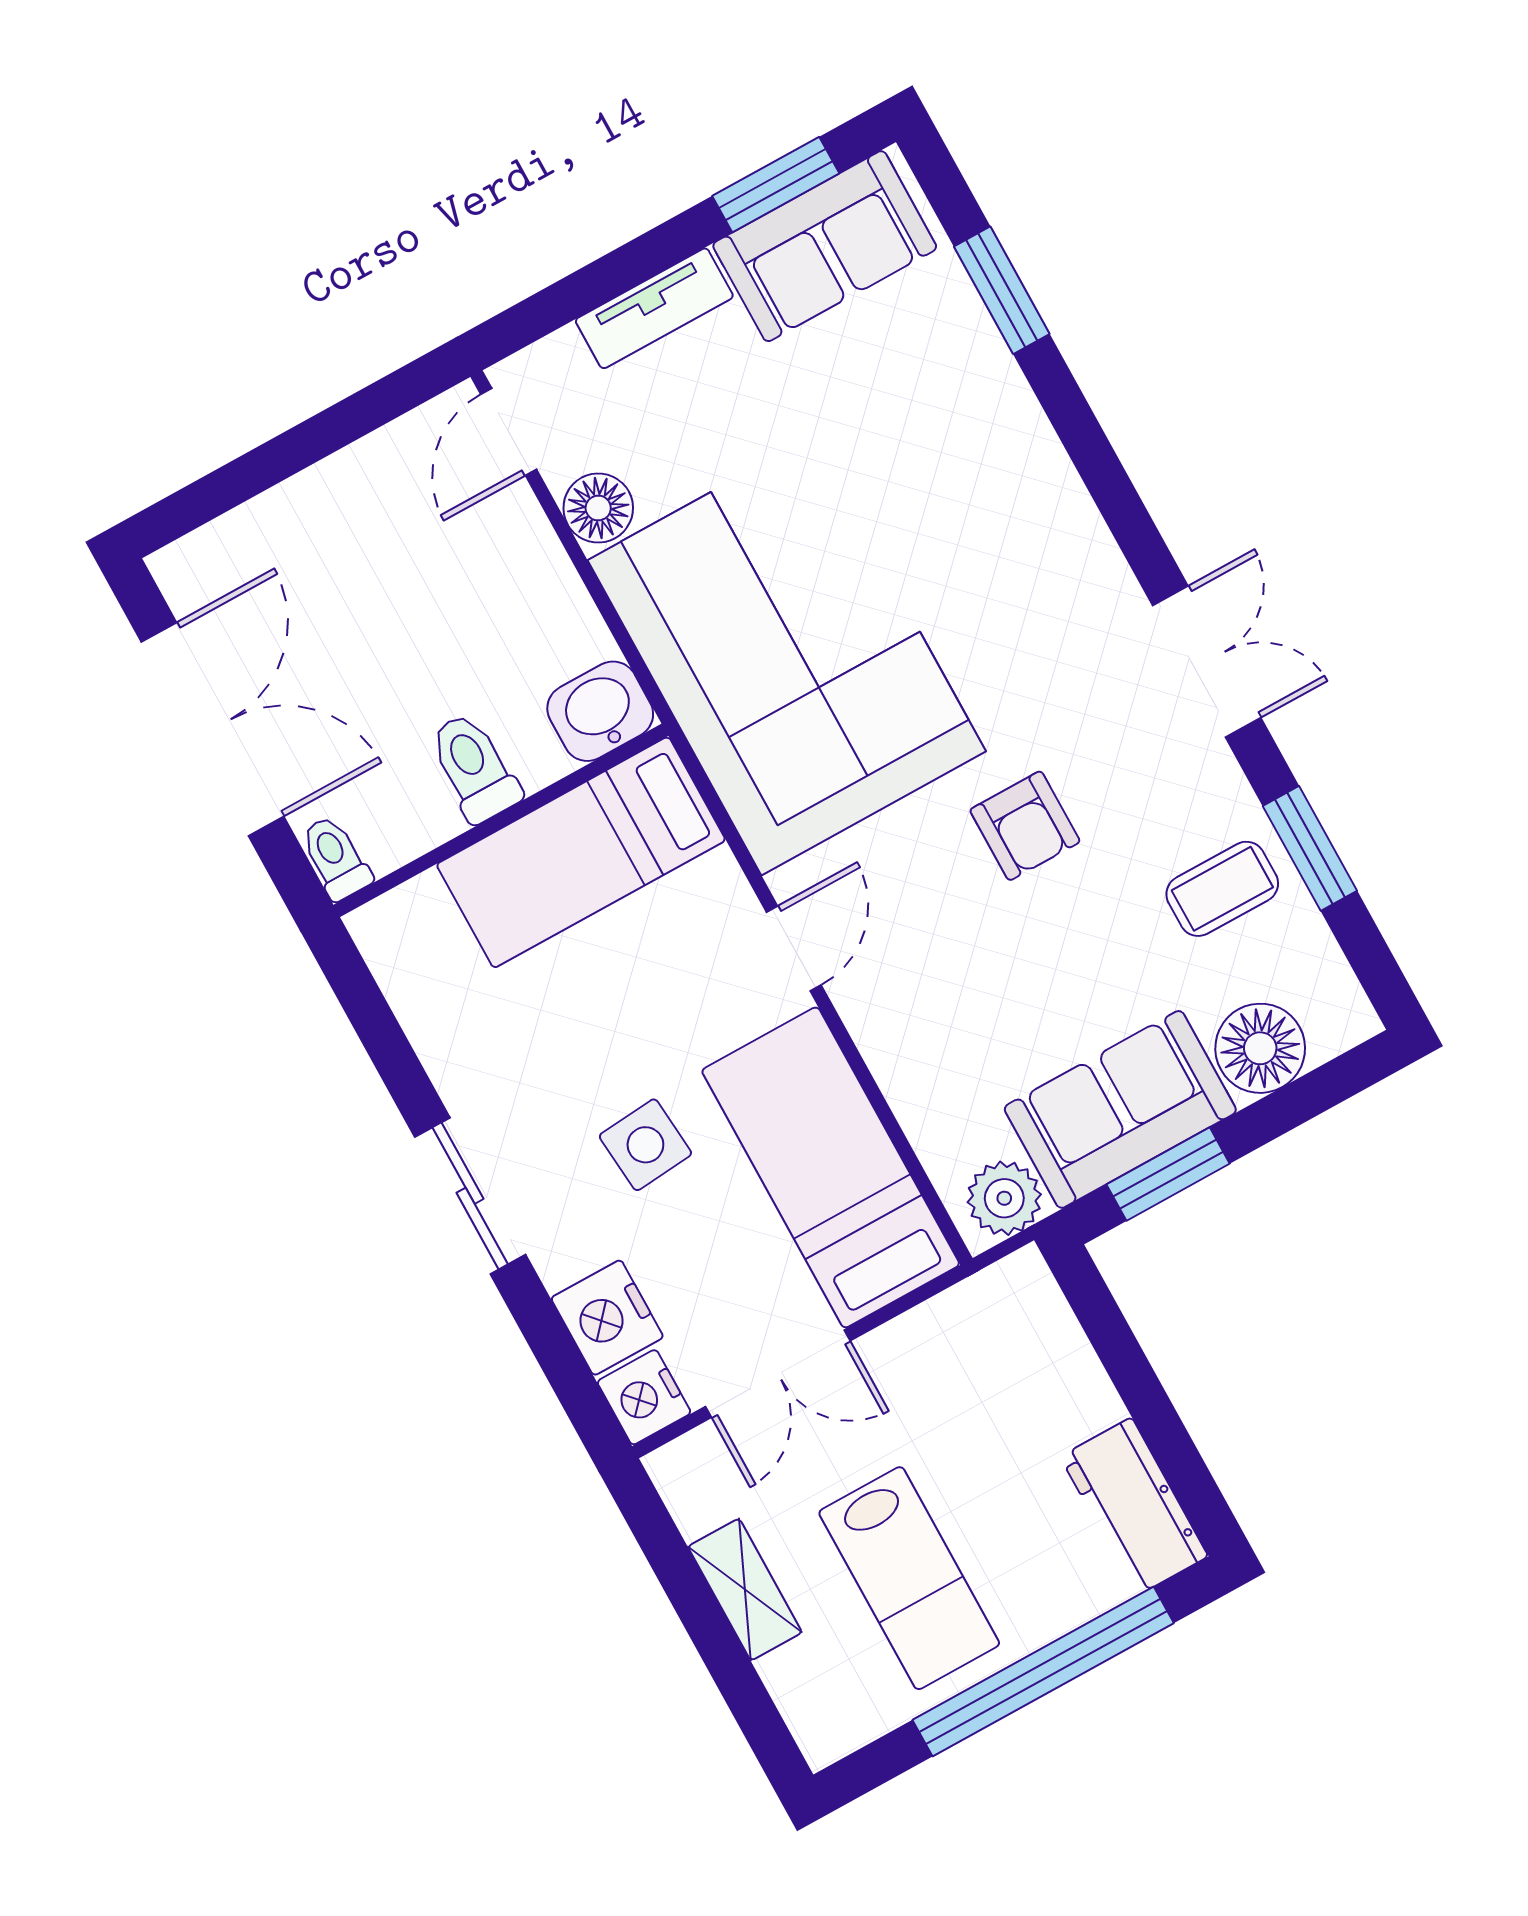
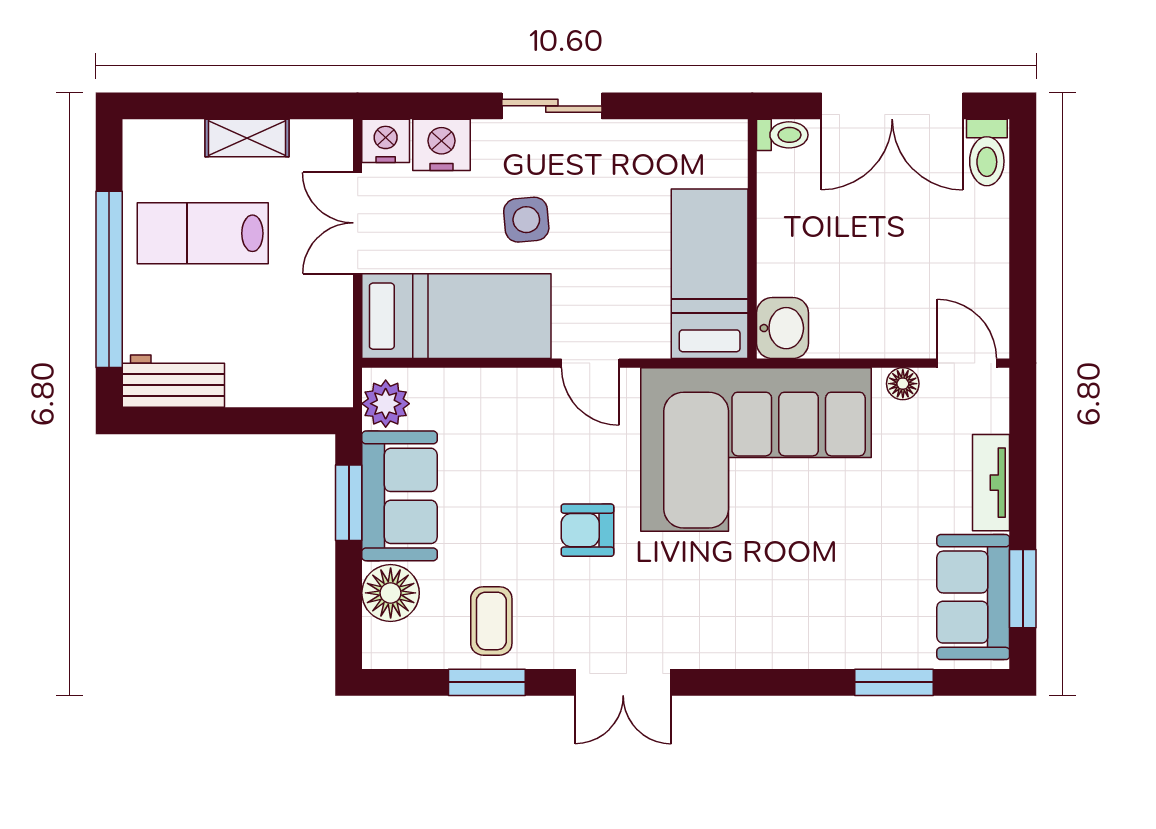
floor lamp: (598, 508) -> (903, 384), width x0.73, depth x0.73
toilet: (474, 767) -> (987, 153), moved, turned 90

